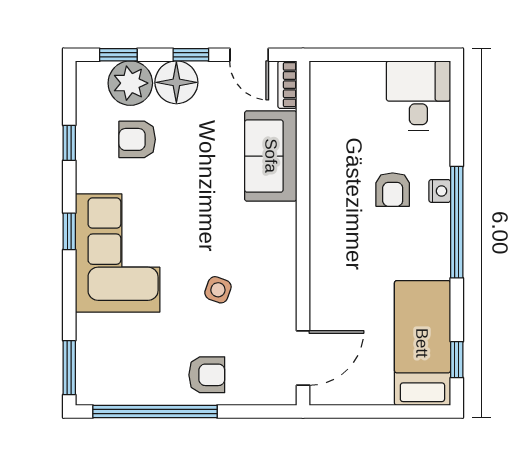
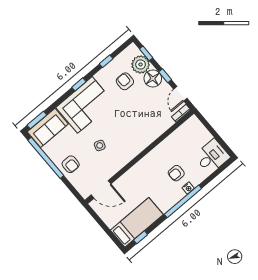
sofa: (271, 156) -> (48, 128), moved, turned 180

